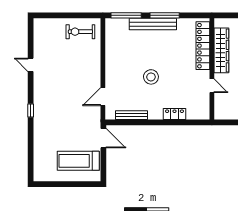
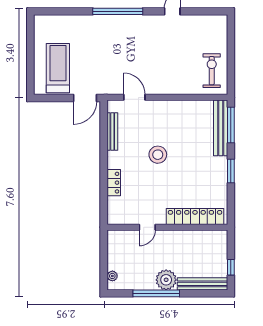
window: (165, 15) -> (231, 171), width x0.69
bench: (153, 24) -> (221, 128), moved
wardrobe: (221, 50) -> (189, 238), removed
window: (31, 111) -> (118, 11), width x3.17

